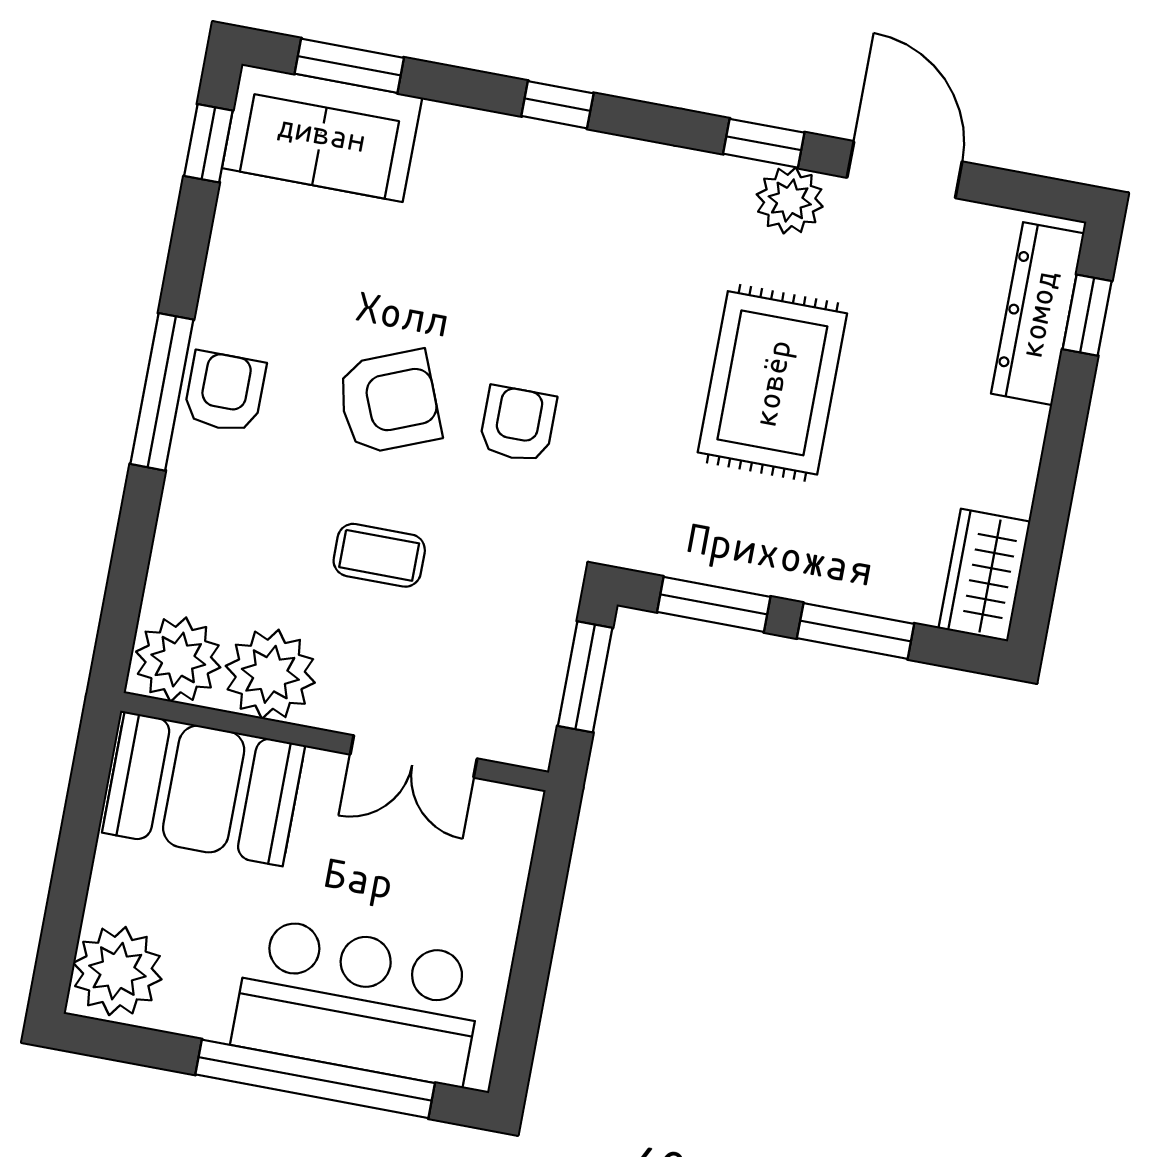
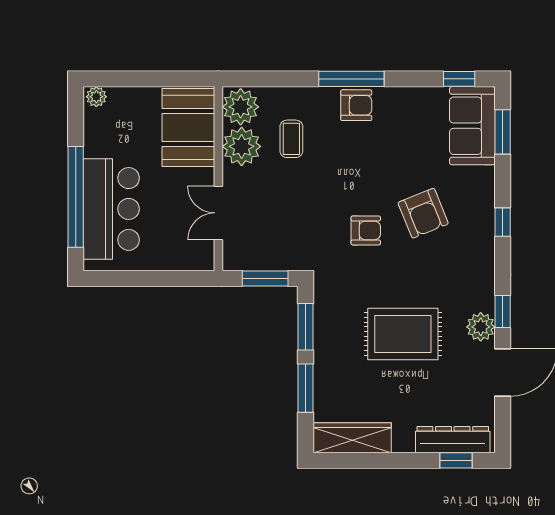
armchair: (389, 402) -> (423, 213), moved
coffee table: (379, 555) -> (291, 139), moved
wardrobe: (984, 575) -> (352, 438), width x1.50
plant: (117, 971) -> (96, 97), width x0.53, depth x0.53

